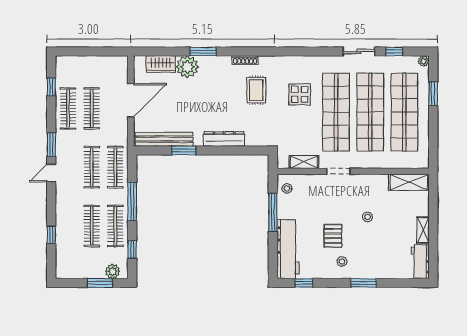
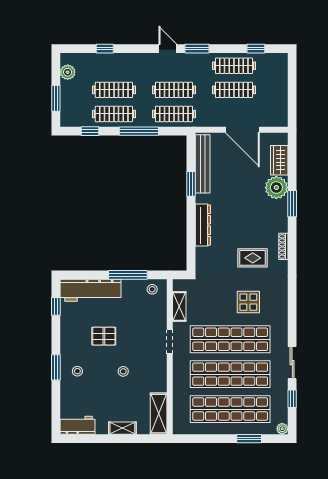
shelving: (423, 230) -> (122, 428), moved
stool: (342, 261) -> (77, 371), moved
plant: (112, 271) -> (68, 72), moved

